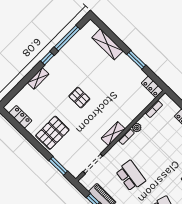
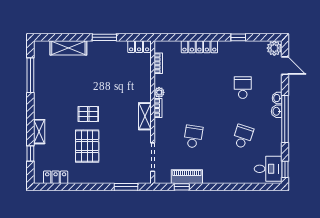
window: (47, 58) -> (30, 153), moved
pallet: (52, 133) -> (87, 146), moved
school desk: (131, 176) -> (193, 137), width x0.54

